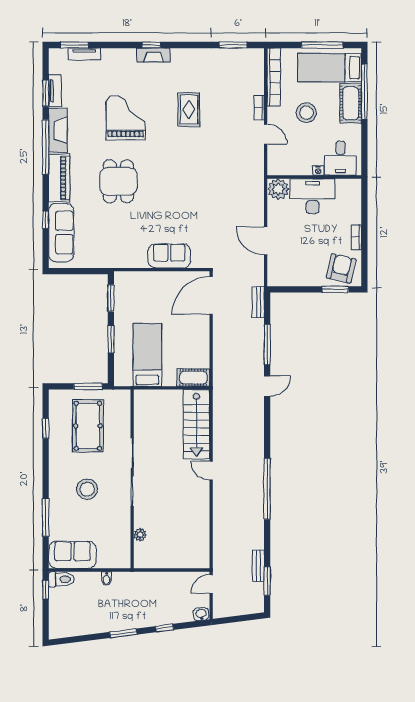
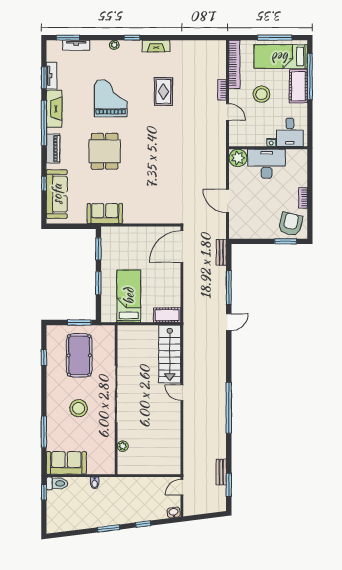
window: (233, 45) -> (200, 38), removed
plant: (130, 54) -> (114, 45), added
fireplace: (153, 55) -> (156, 46), moved
piano: (59, 178) -> (53, 149), width x0.73, depth x0.75
sofa: (169, 256) -> (105, 214), moved

